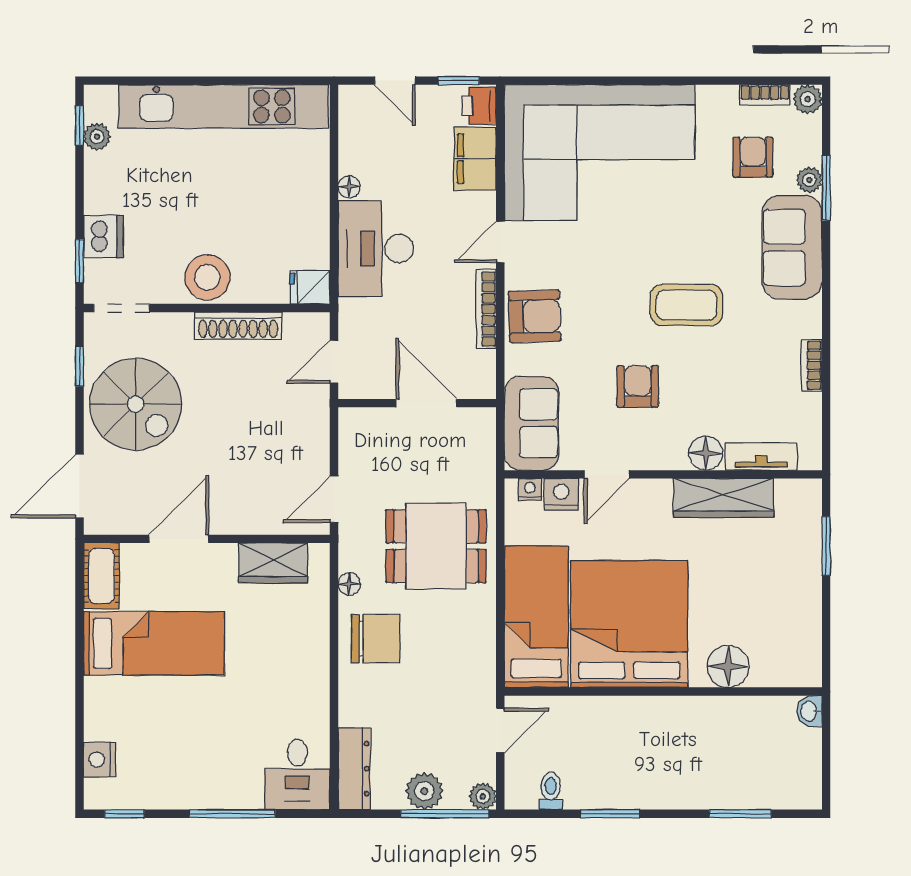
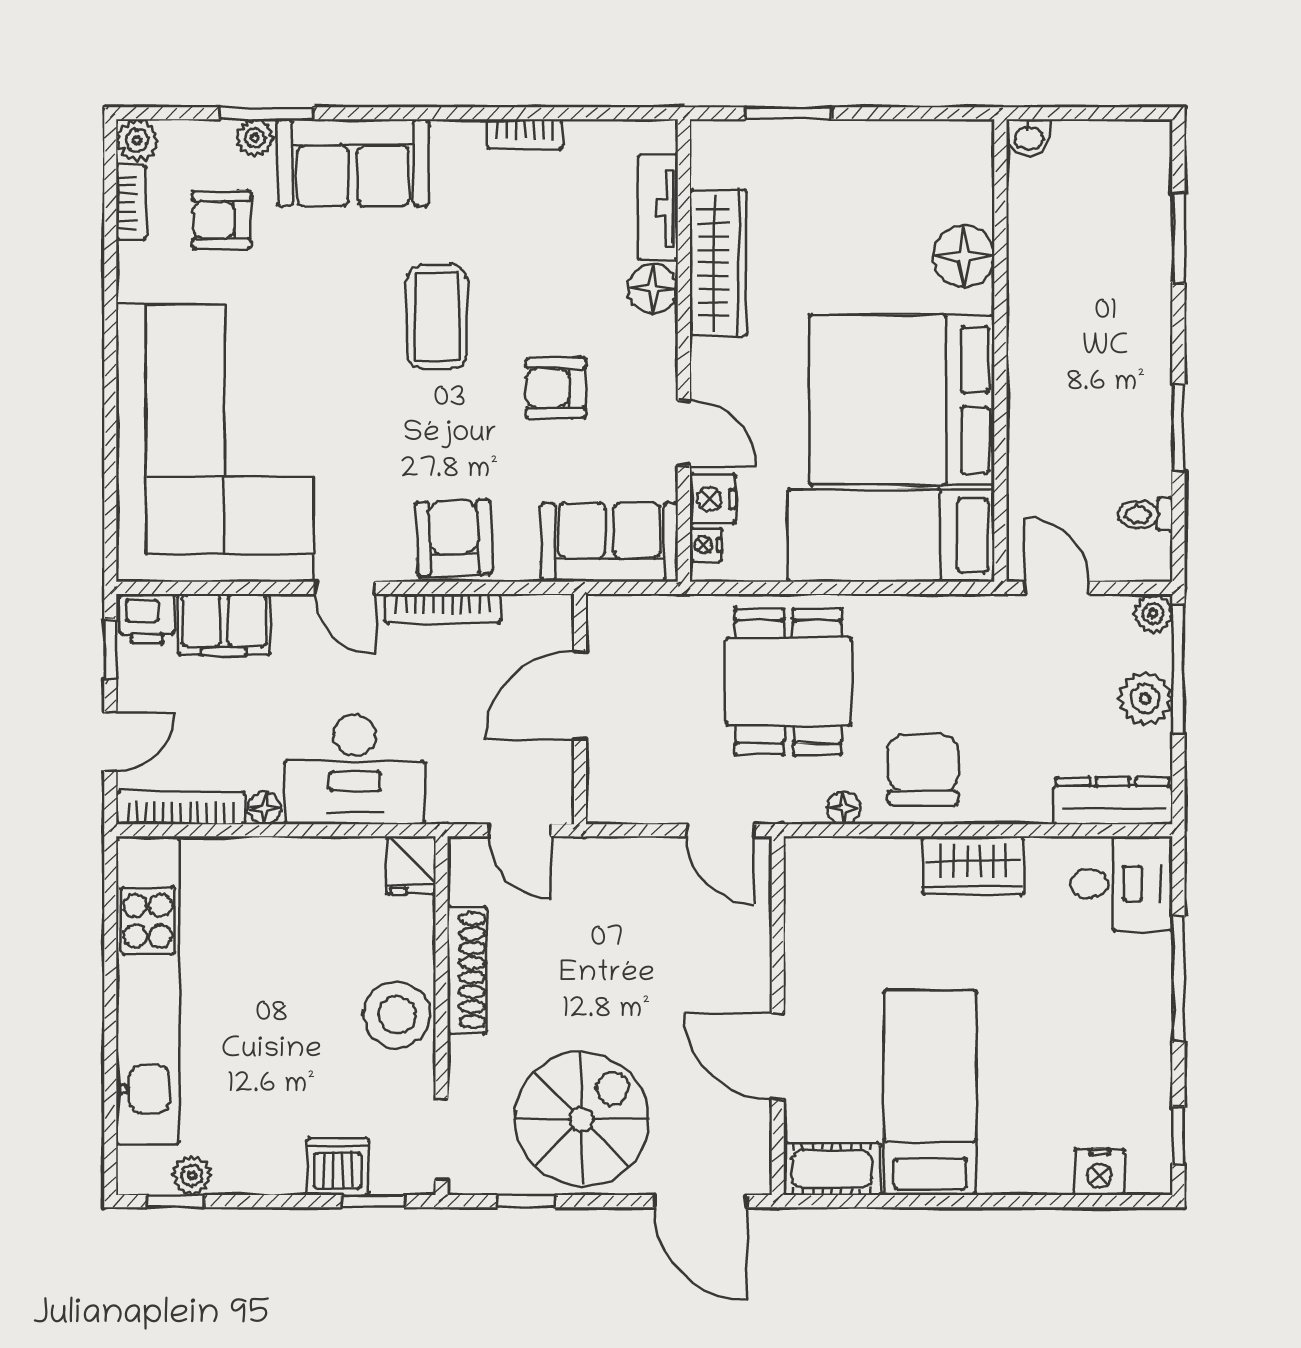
bookcase: (349, 129) -> (181, 808), added
wardrobe: (273, 563) -> (973, 865), moved, turned 90

